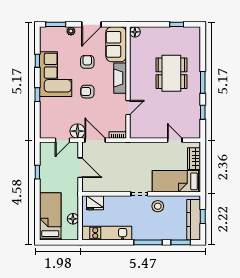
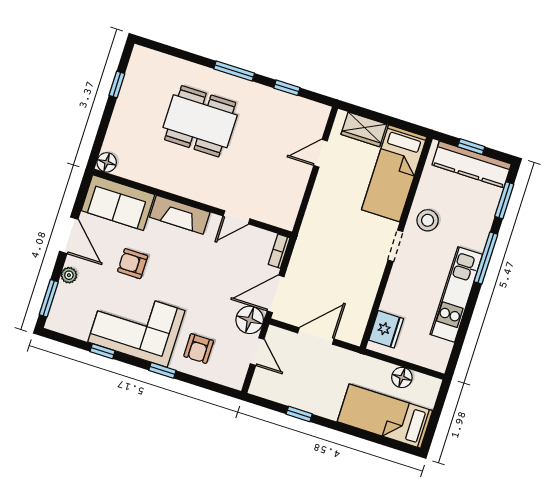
armchair: (87, 92) -> (199, 349), moved
door: (128, 108) -> (237, 217), swing flipped
kitchen unit: (107, 233) -> (456, 294), moved

